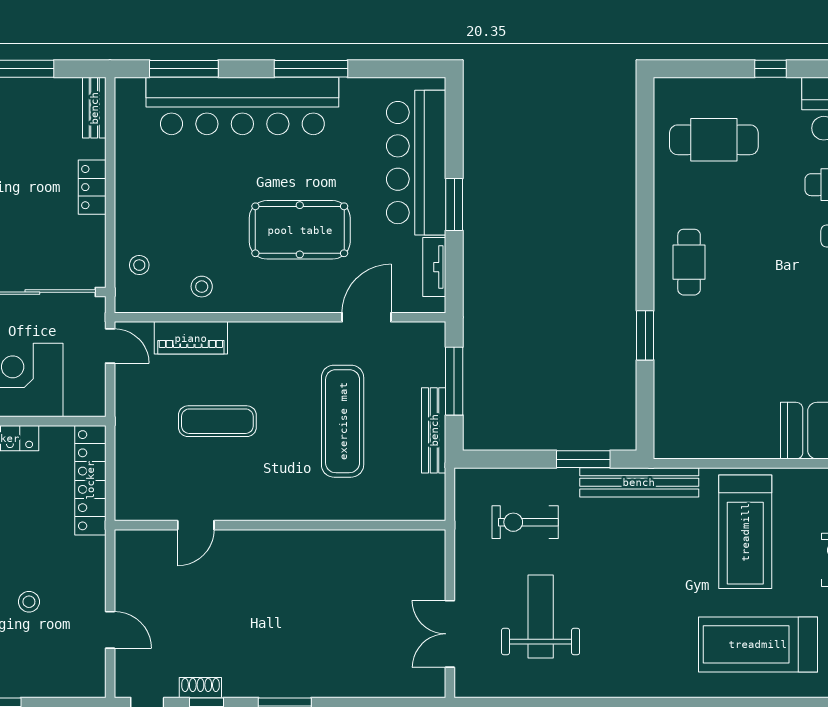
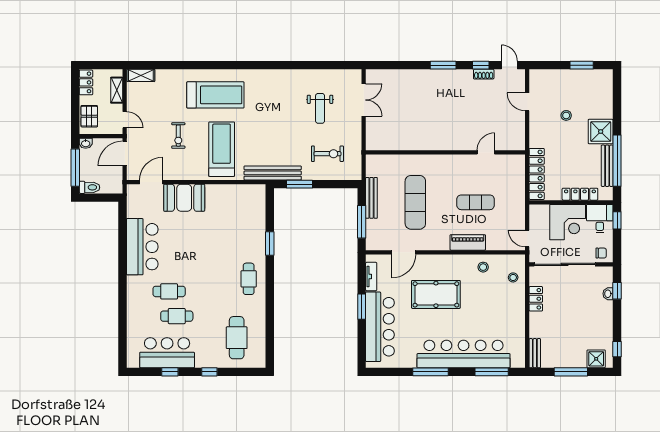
cafe table: (714, 140) -> (237, 338), turned 90
locker: (92, 187) -> (536, 299), moved
piano: (191, 338) -> (468, 242), moved
weight bench: (541, 617) -> (320, 108), width x0.73, depth x0.75

